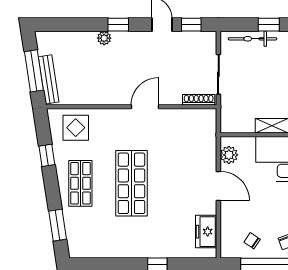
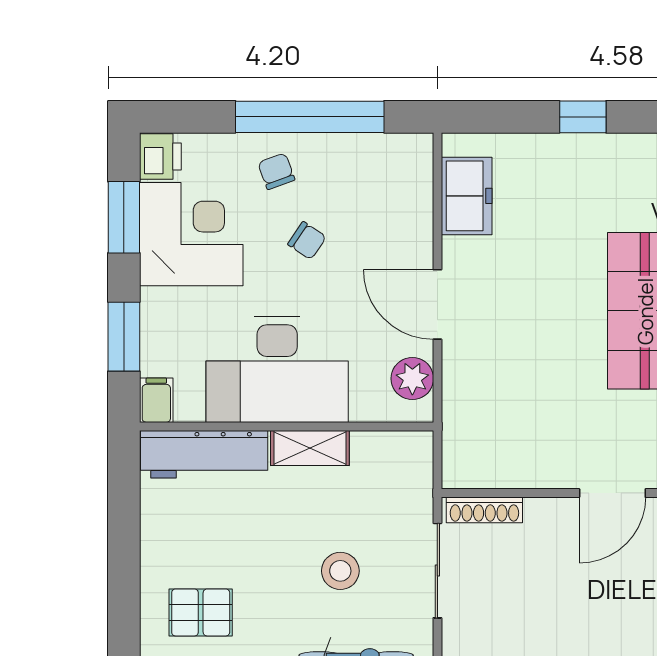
stool: (259, 74) -> (340, 571), added
chair: (252, 241) -> (307, 241), moved

